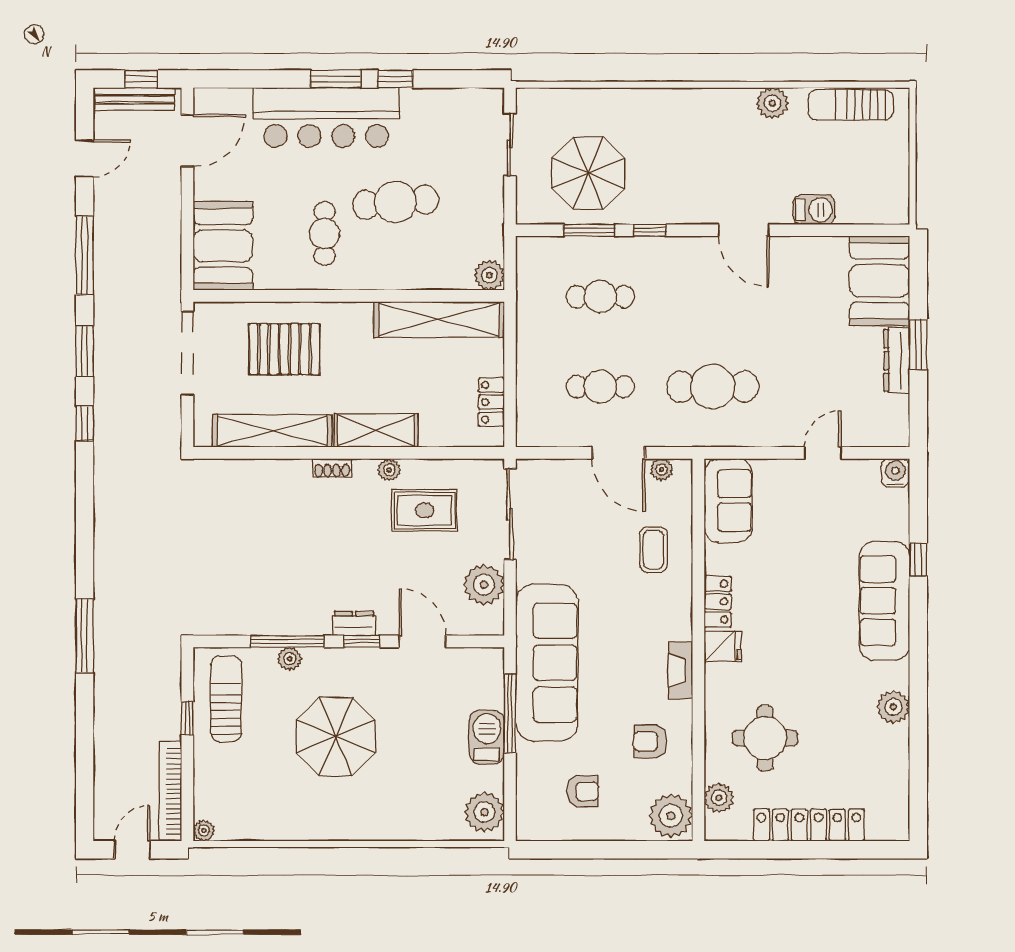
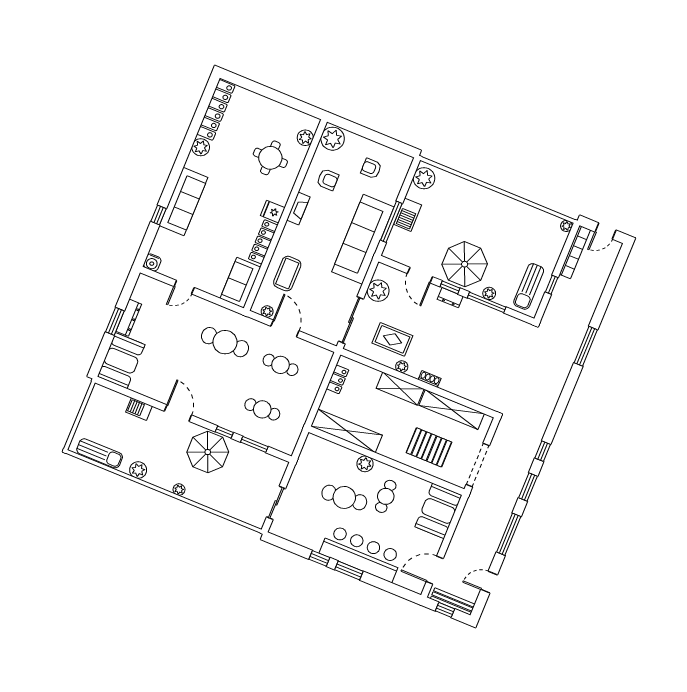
plant: (688, 98) -> (179, 490), added
parasol: (588, 173) -> (208, 452), moved
plant: (489, 275) -> (365, 464), moved
coffee table: (654, 550) -> (287, 274), width x1.36, depth x1.30
locker: (718, 602) -> (263, 242), width x1.53
parasol: (336, 736) -> (465, 264), moved
locker: (809, 825) -> (216, 110), moved, turned -90

